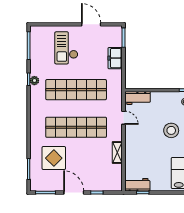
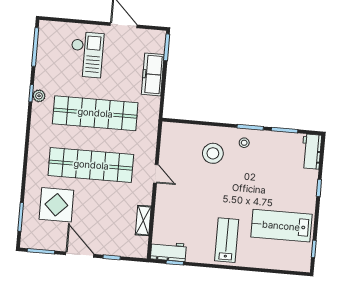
checkout: (66, 48) -> (87, 55), turned 180
freezer: (115, 58) -> (153, 74), width x1.40
workbench: (137, 98) -> (179, 132), removed
door: (124, 118) -> (156, 174), moved
stool: (171, 130) -> (213, 153), moved
shelving: (117, 153) -> (143, 220), moved

